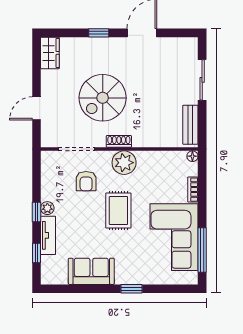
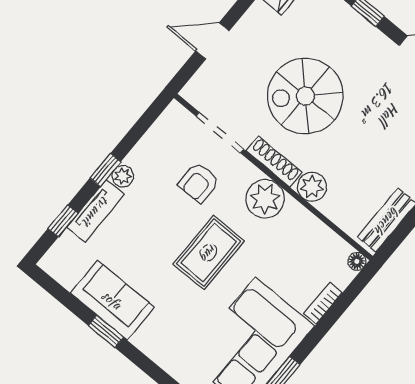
plant: (142, 138) -> (312, 187), added
shoe rack: (119, 141) -> (274, 162), width x1.43
window: (132, 289) -> (106, 331), moved

